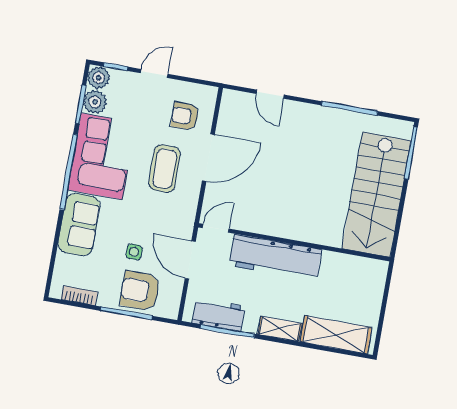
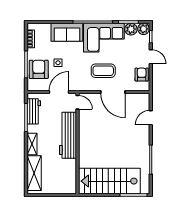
armchair: (185, 116) -> (142, 75), moved

